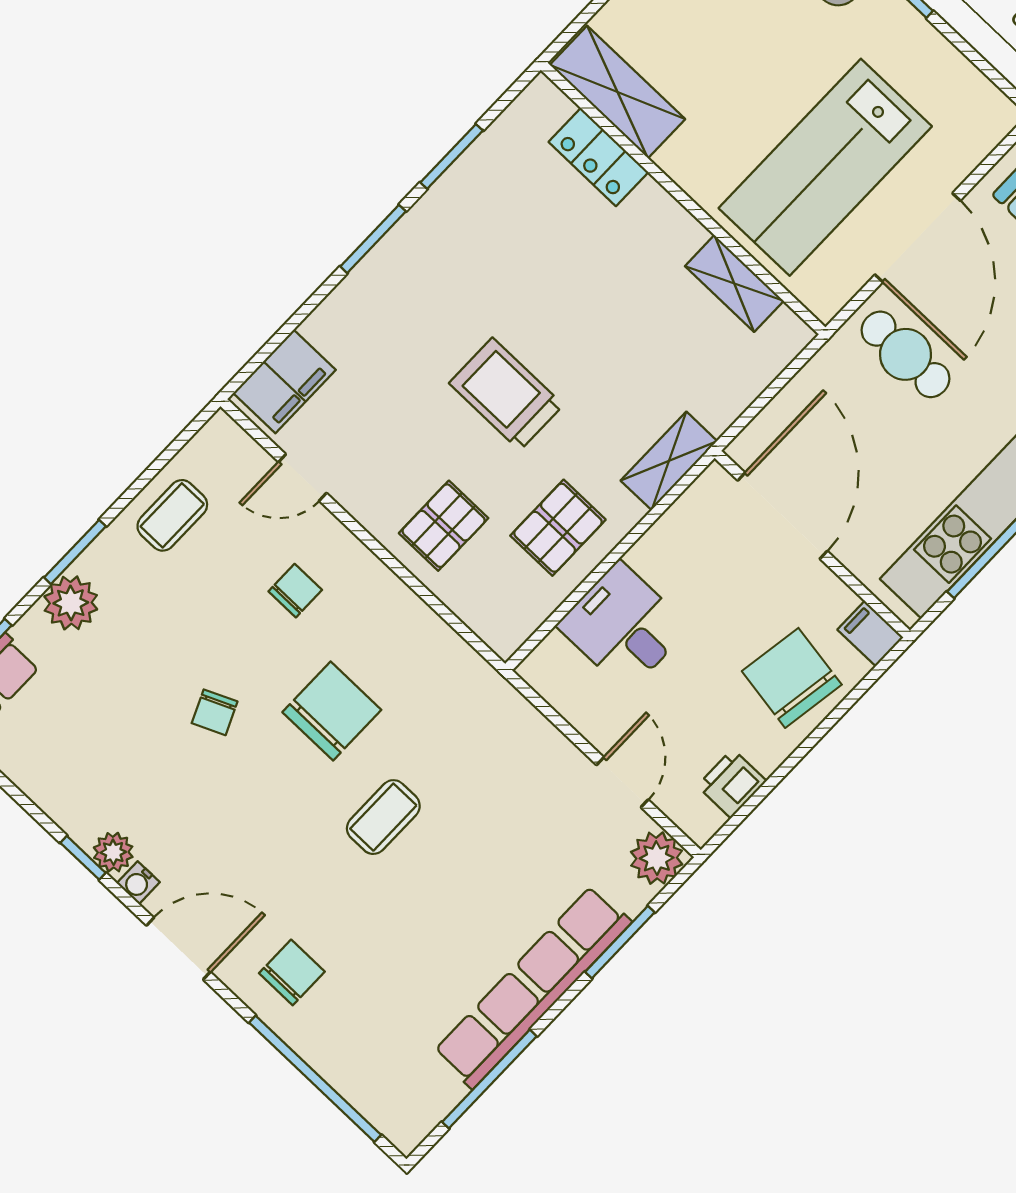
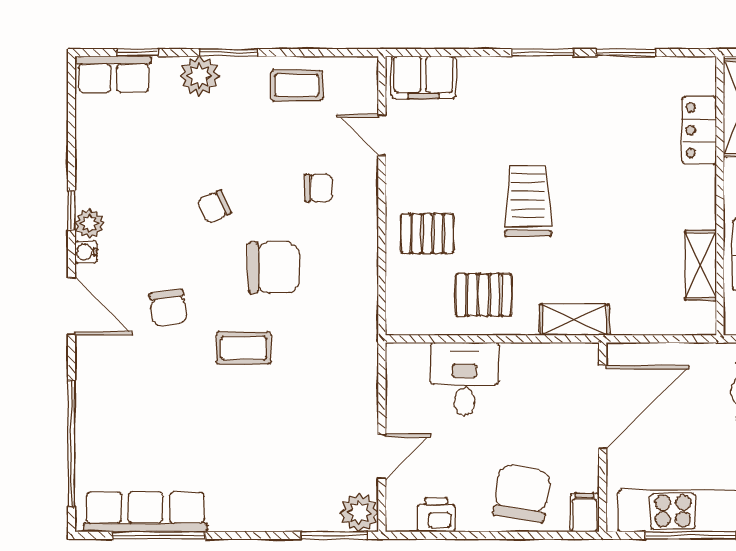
window: (620, 942) -> (334, 535), moved
chair: (292, 972) -> (168, 308), moved, turned 82
row of seats: (533, 987) -> (145, 512), moved, width x0.73

